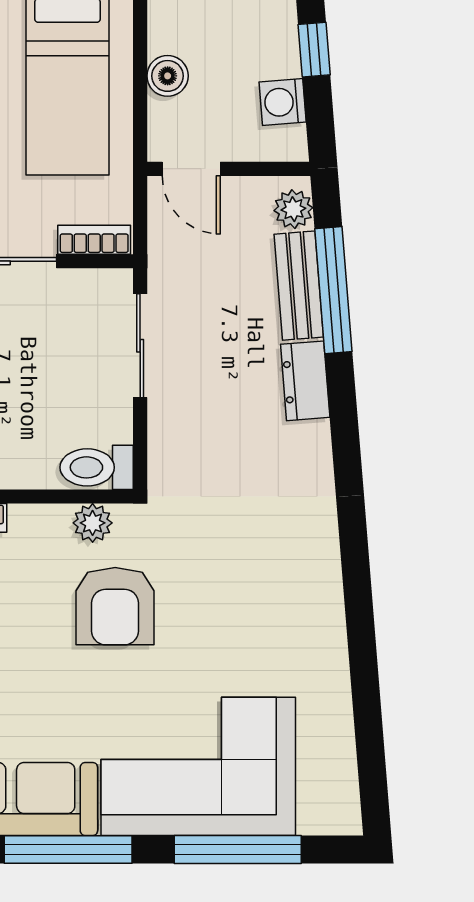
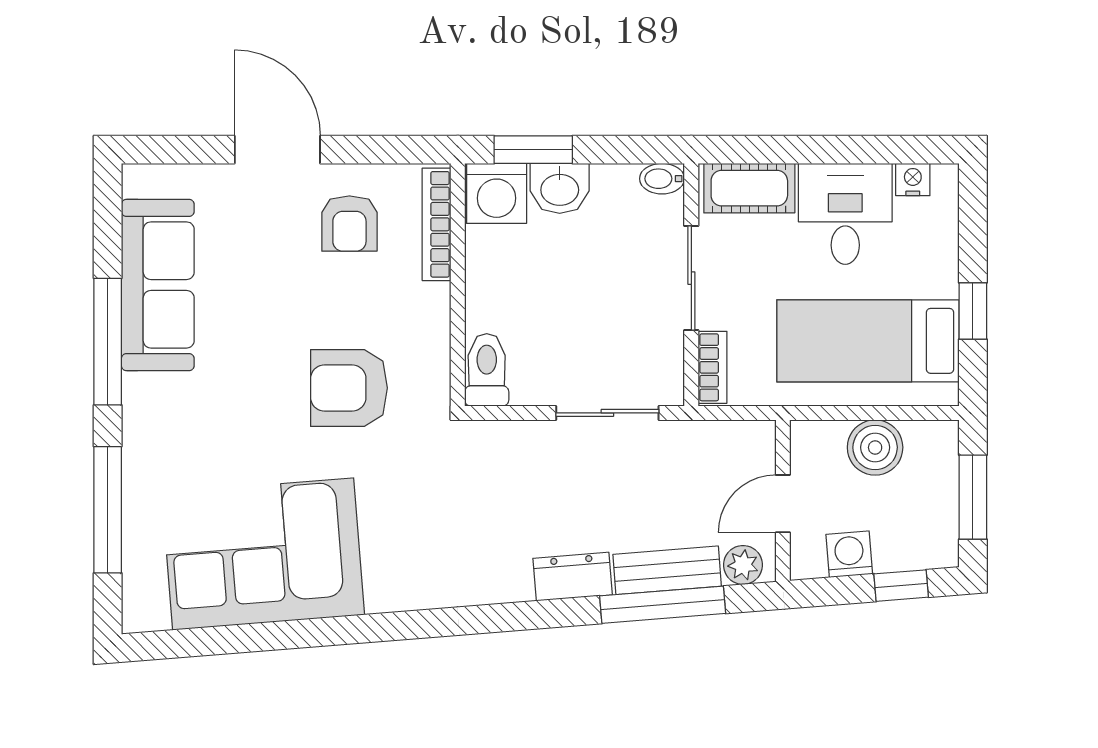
boiler: (168, 76) -> (875, 447), width x1.36, depth x1.36
door: (191, 169) -> (783, 504), moved
plant: (93, 523) -> (432, 366), removed
corner sofa: (198, 766) -> (263, 554), moved, turned -95

